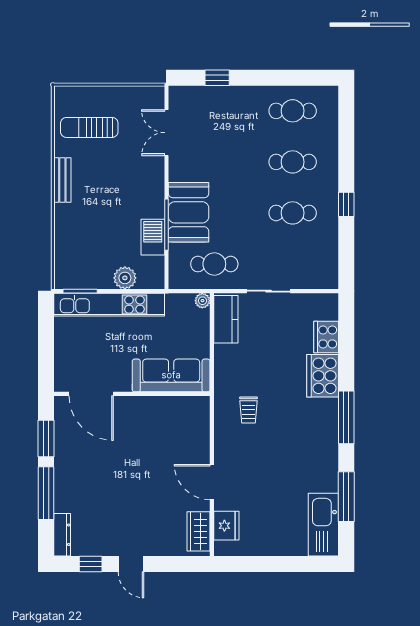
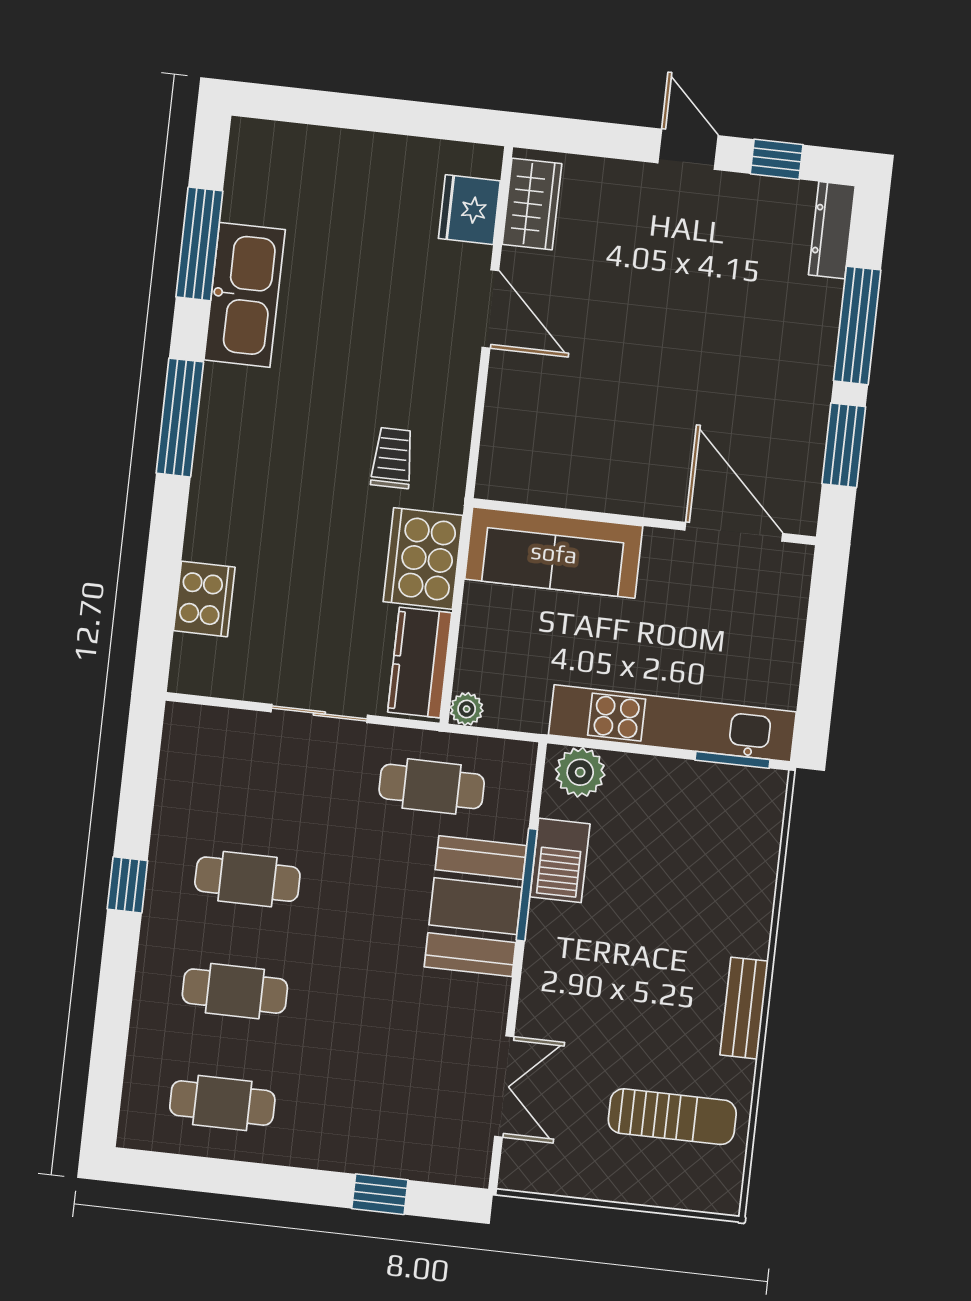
plant: (125, 278) -> (580, 772), moved
cooker: (323, 376) -> (423, 559), moved, turned 180
kitchen sink: (323, 525) -> (245, 295), moved

